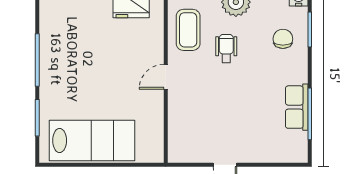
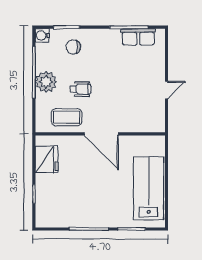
wheelchair: (226, 48) -> (80, 89), turned 180
door: (166, 77) -> (101, 134), width x1.88
row of seats: (297, 107) -> (138, 37), moved

